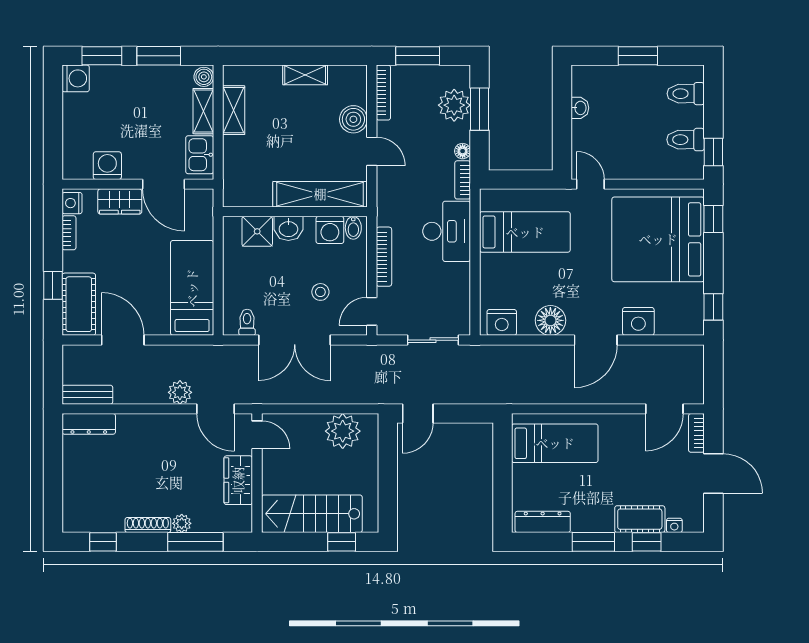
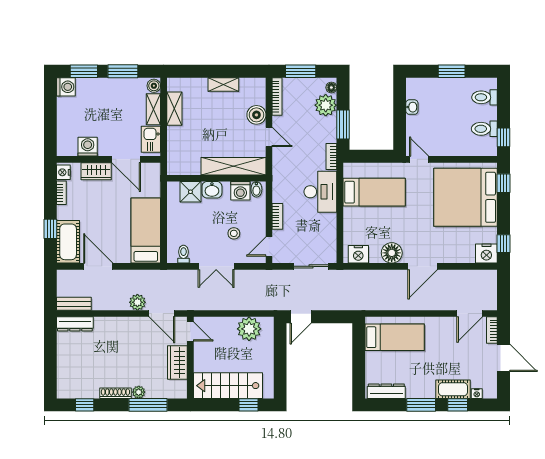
window: (480, 109) -> (343, 124), moved
floor lamp: (463, 151) -> (331, 88), moved
bookcase: (384, 257) -> (277, 216), width x0.64
nightstand: (638, 321) -> (486, 254), moved
double door: (295, 340) -> (216, 266), width x0.73

